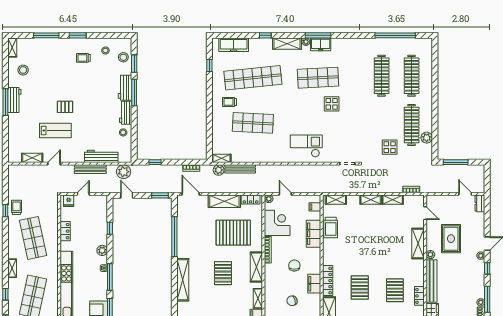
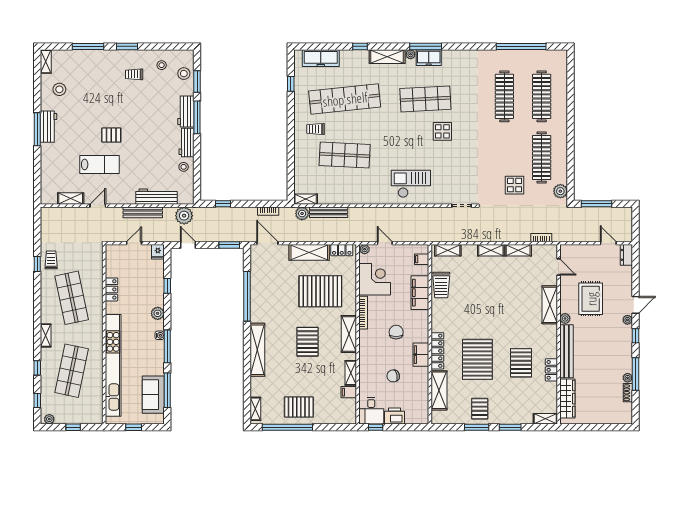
plant: (427, 138) -> (560, 191), moved
fridge: (69, 201) -> (158, 252), moved
pallet: (360, 288) -> (477, 359), width x1.37, depth x1.41

